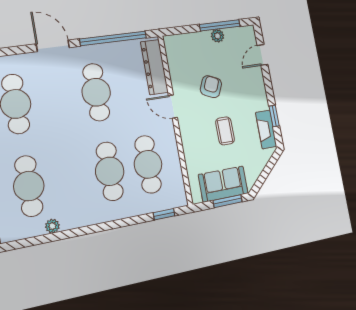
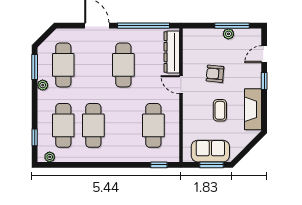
armchair: (211, 87) -> (215, 74), turned -109
window: (274, 116) -> (264, 81), moved
fireplace: (266, 129) -> (253, 109), width x1.37, depth x1.32
cafe table: (110, 171) -> (93, 125), moved
plant: (52, 226) -> (50, 157), moved

